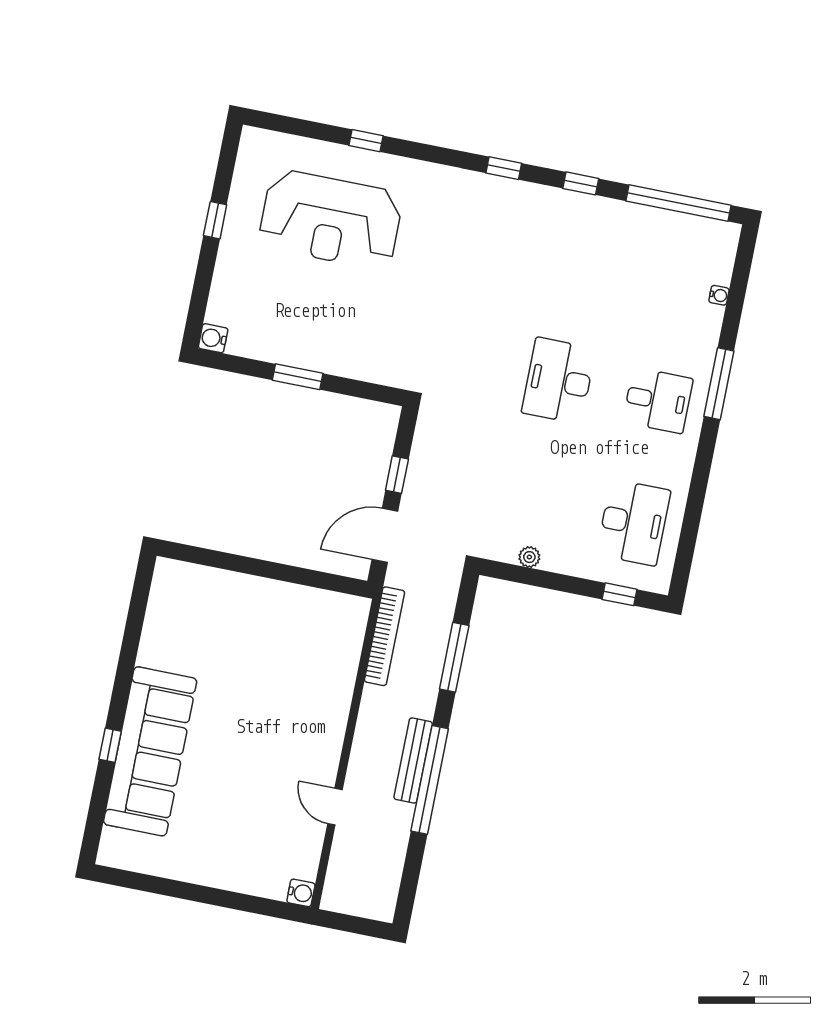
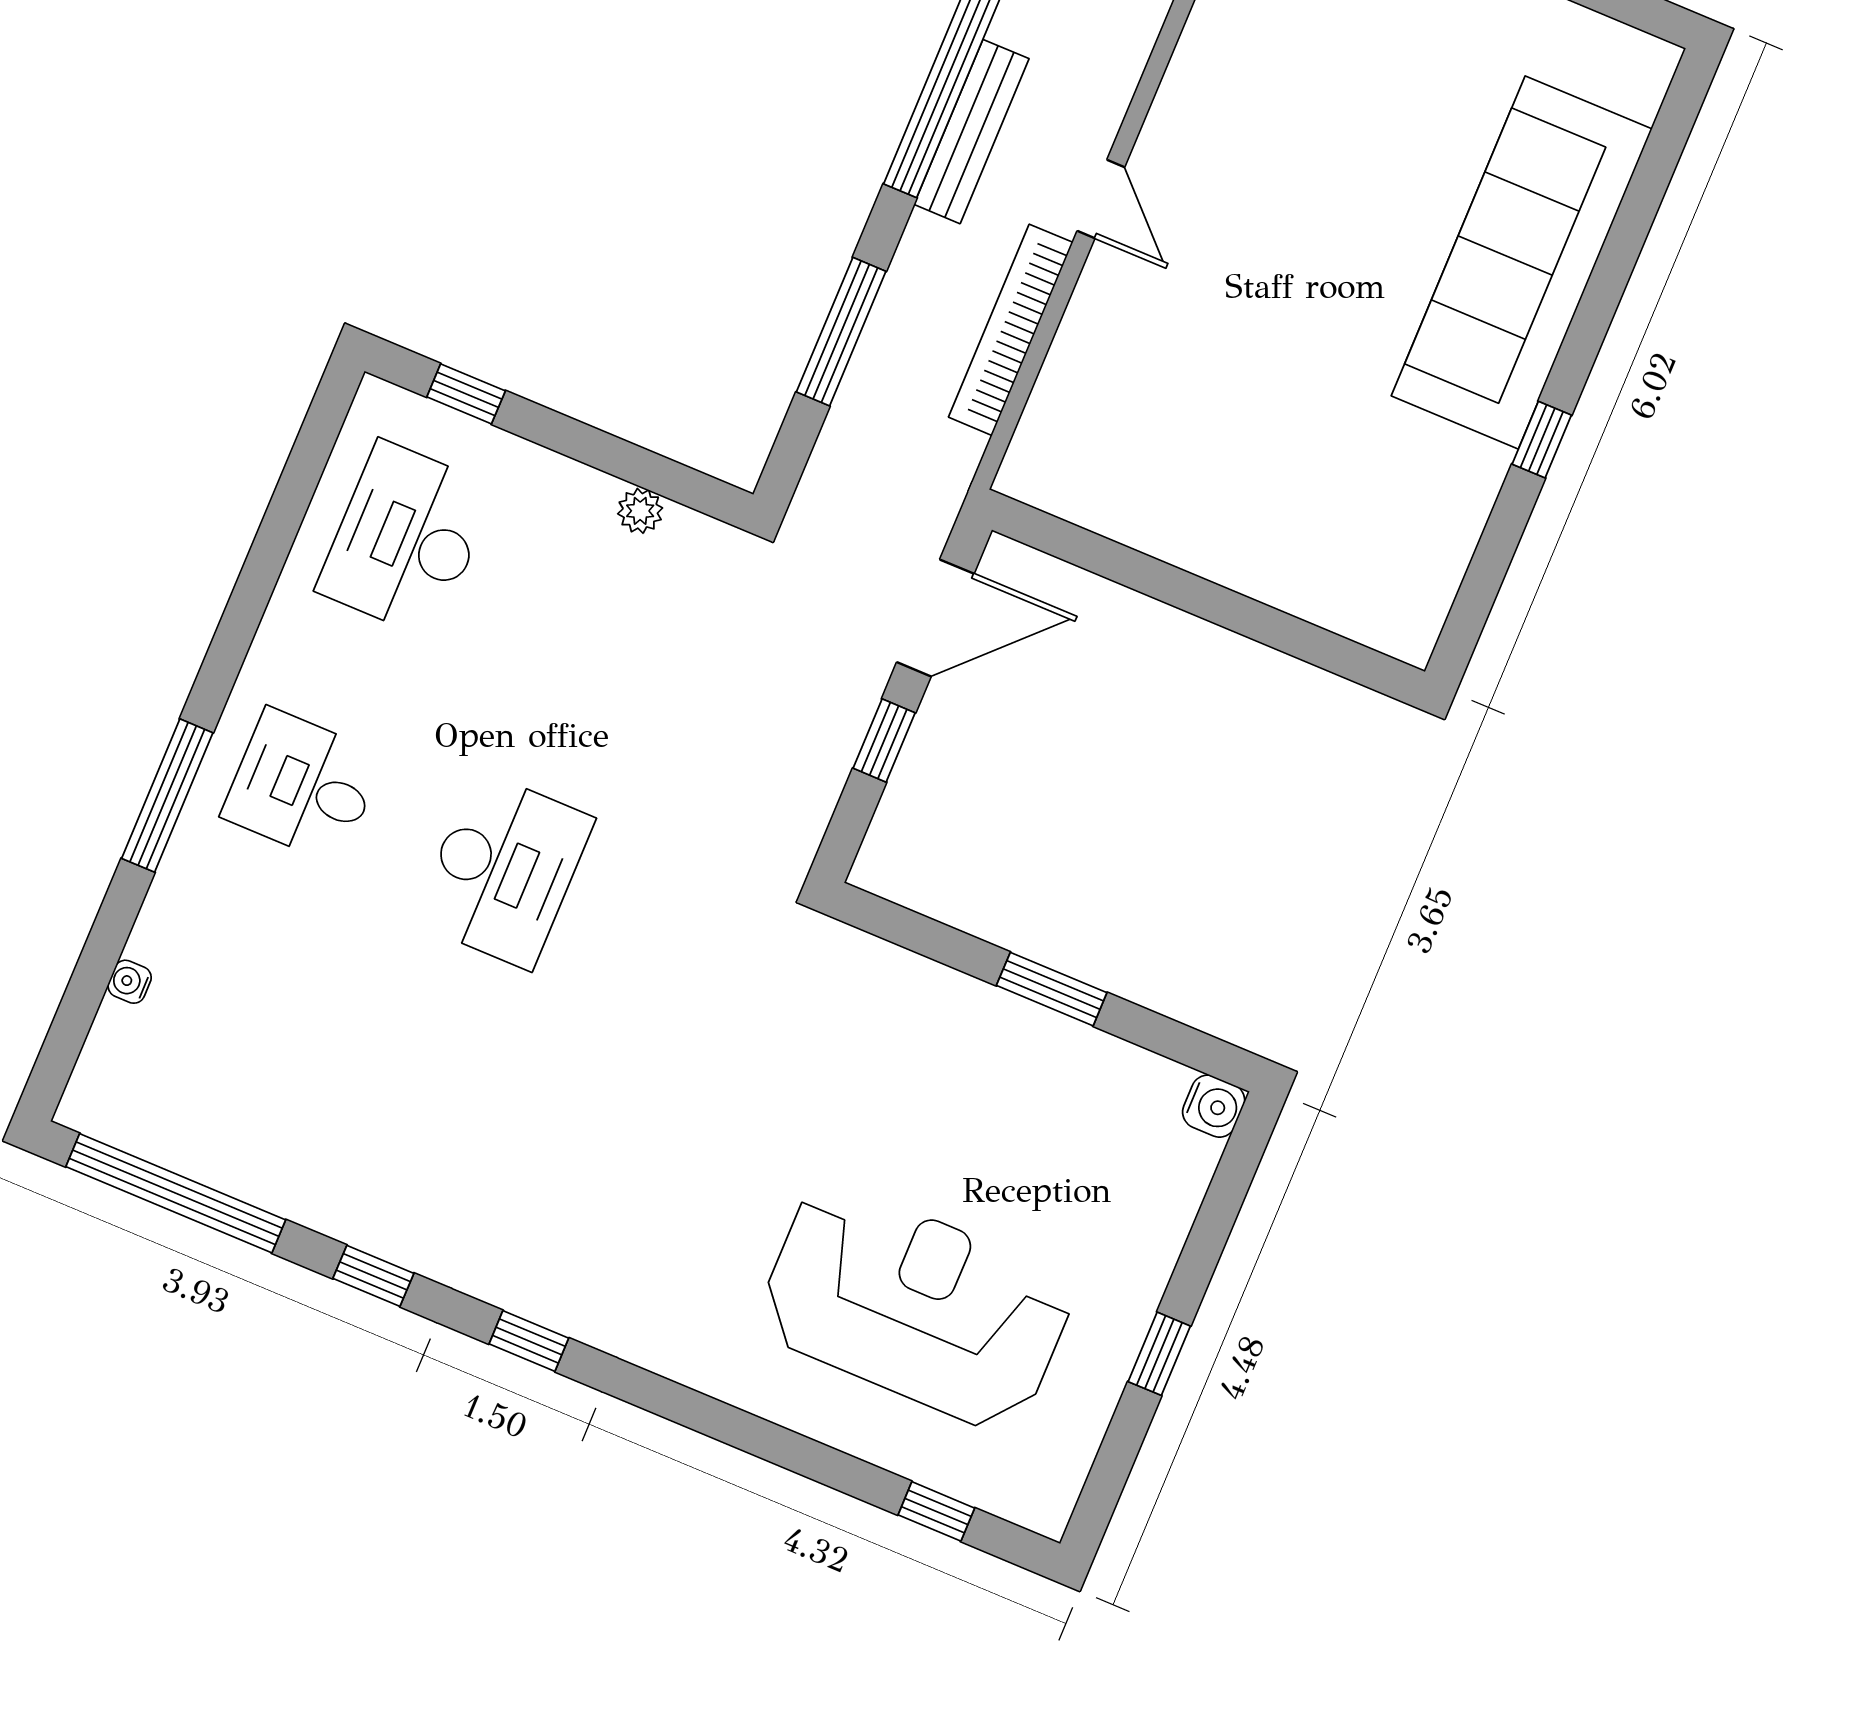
window: (366, 141) -> (936, 1511), moved
bookcase: (384, 636) -> (1011, 330), moved
window: (110, 745) -> (1542, 440), moved
door: (335, 807) -> (1101, 199), moved

